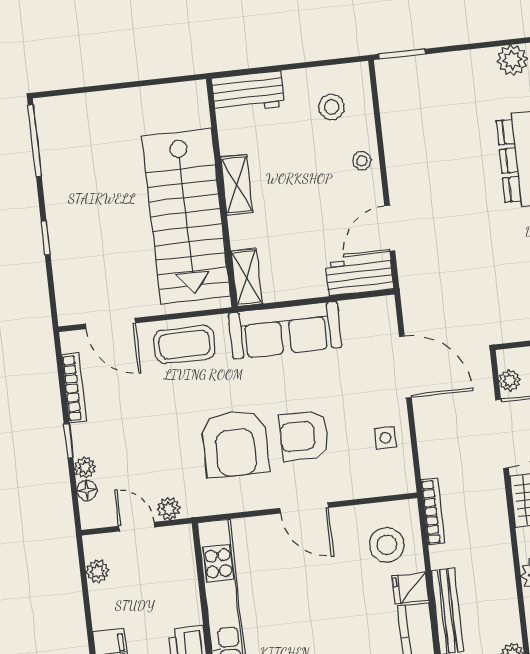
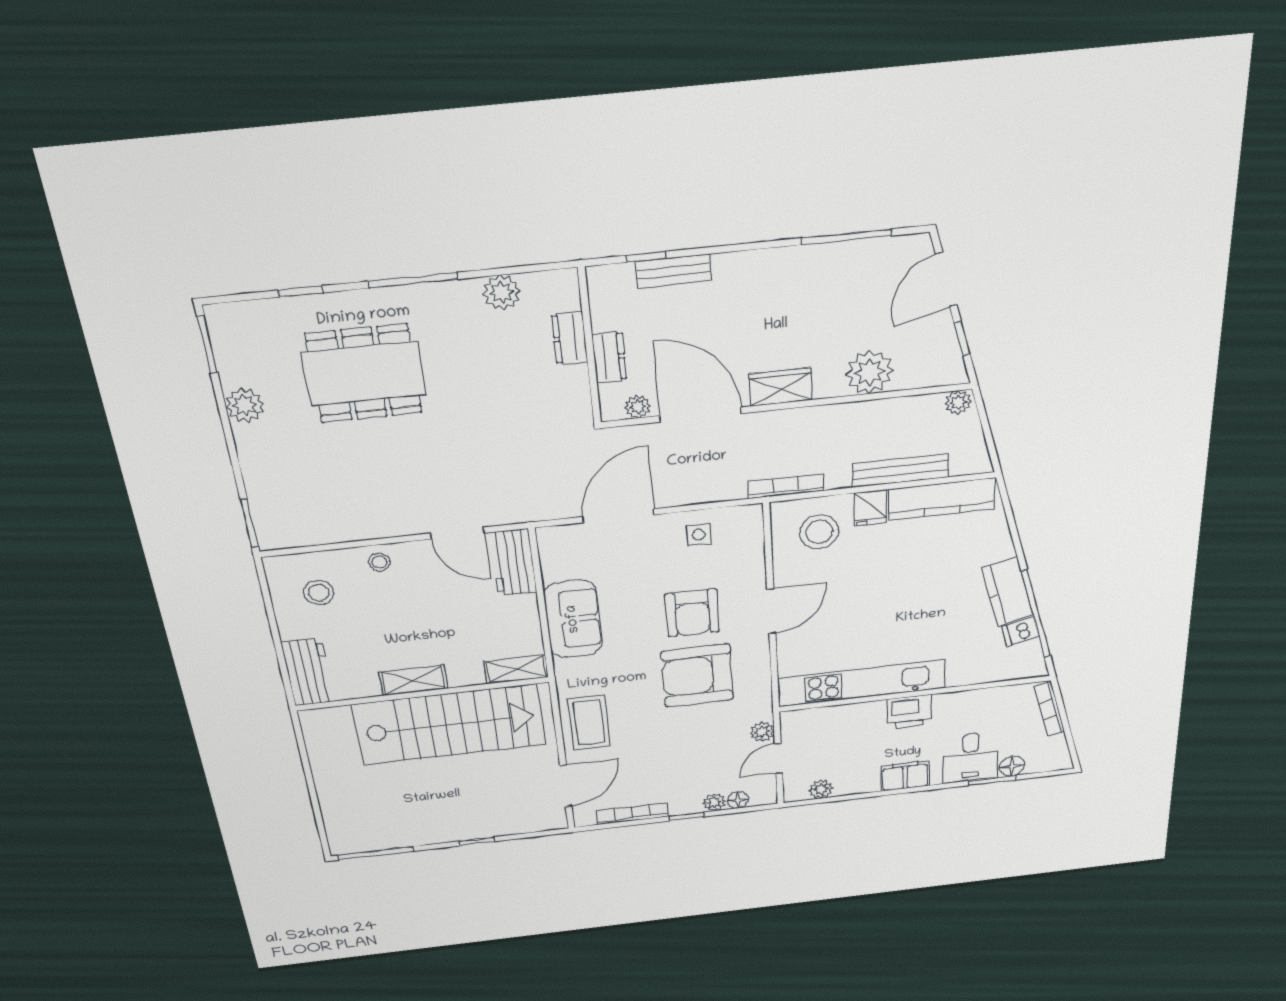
sofa: (285, 330) -> (573, 619), width x0.73
armchair: (235, 444) -> (697, 676), turned 180

